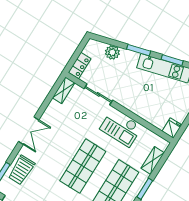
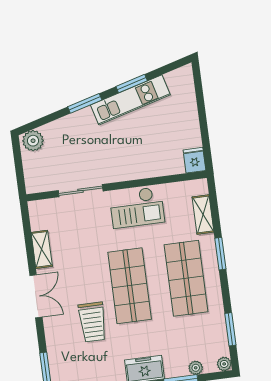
plant: (112, 52) -> (33, 141), moved
locker: (80, 66) -> (33, 176), removed
shelving: (64, 90) -> (42, 249), moved
trolley: (21, 170) -> (93, 322), moved

